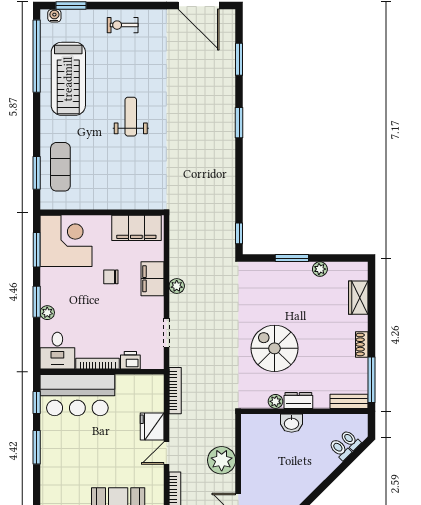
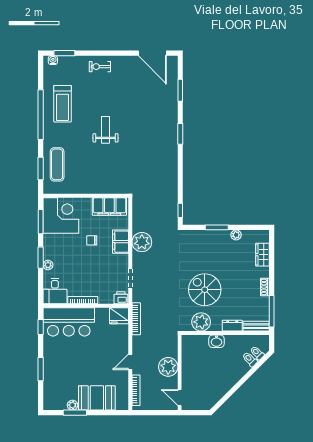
window: (37, 56) -> (41, 115), moved
treadmill: (68, 79) -> (62, 104), width x0.73, depth x0.73
plant: (177, 286) -> (142, 242), width x1.87, depth x1.87
printer: (130, 360) -> (121, 298), moved
dresser: (298, 400) -> (232, 326), moved
plant: (275, 401) -> (201, 322), width x1.88, depth x1.88
fridge: (152, 426) -> (119, 316), moved, turned -90
window: (37, 447) -> (41, 369), moved

